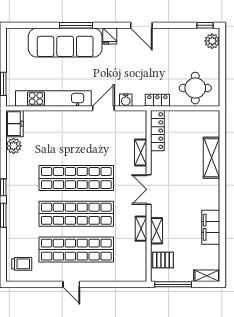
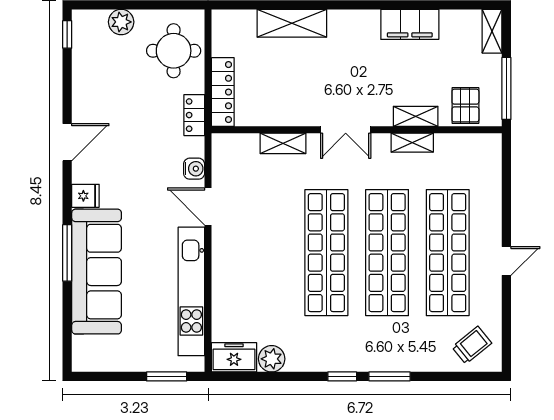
plant: (212, 41) -> (121, 22), moved
locker: (157, 131) -> (223, 92), moved, turned 90
trolley: (22, 264) -> (472, 345), turned 51

